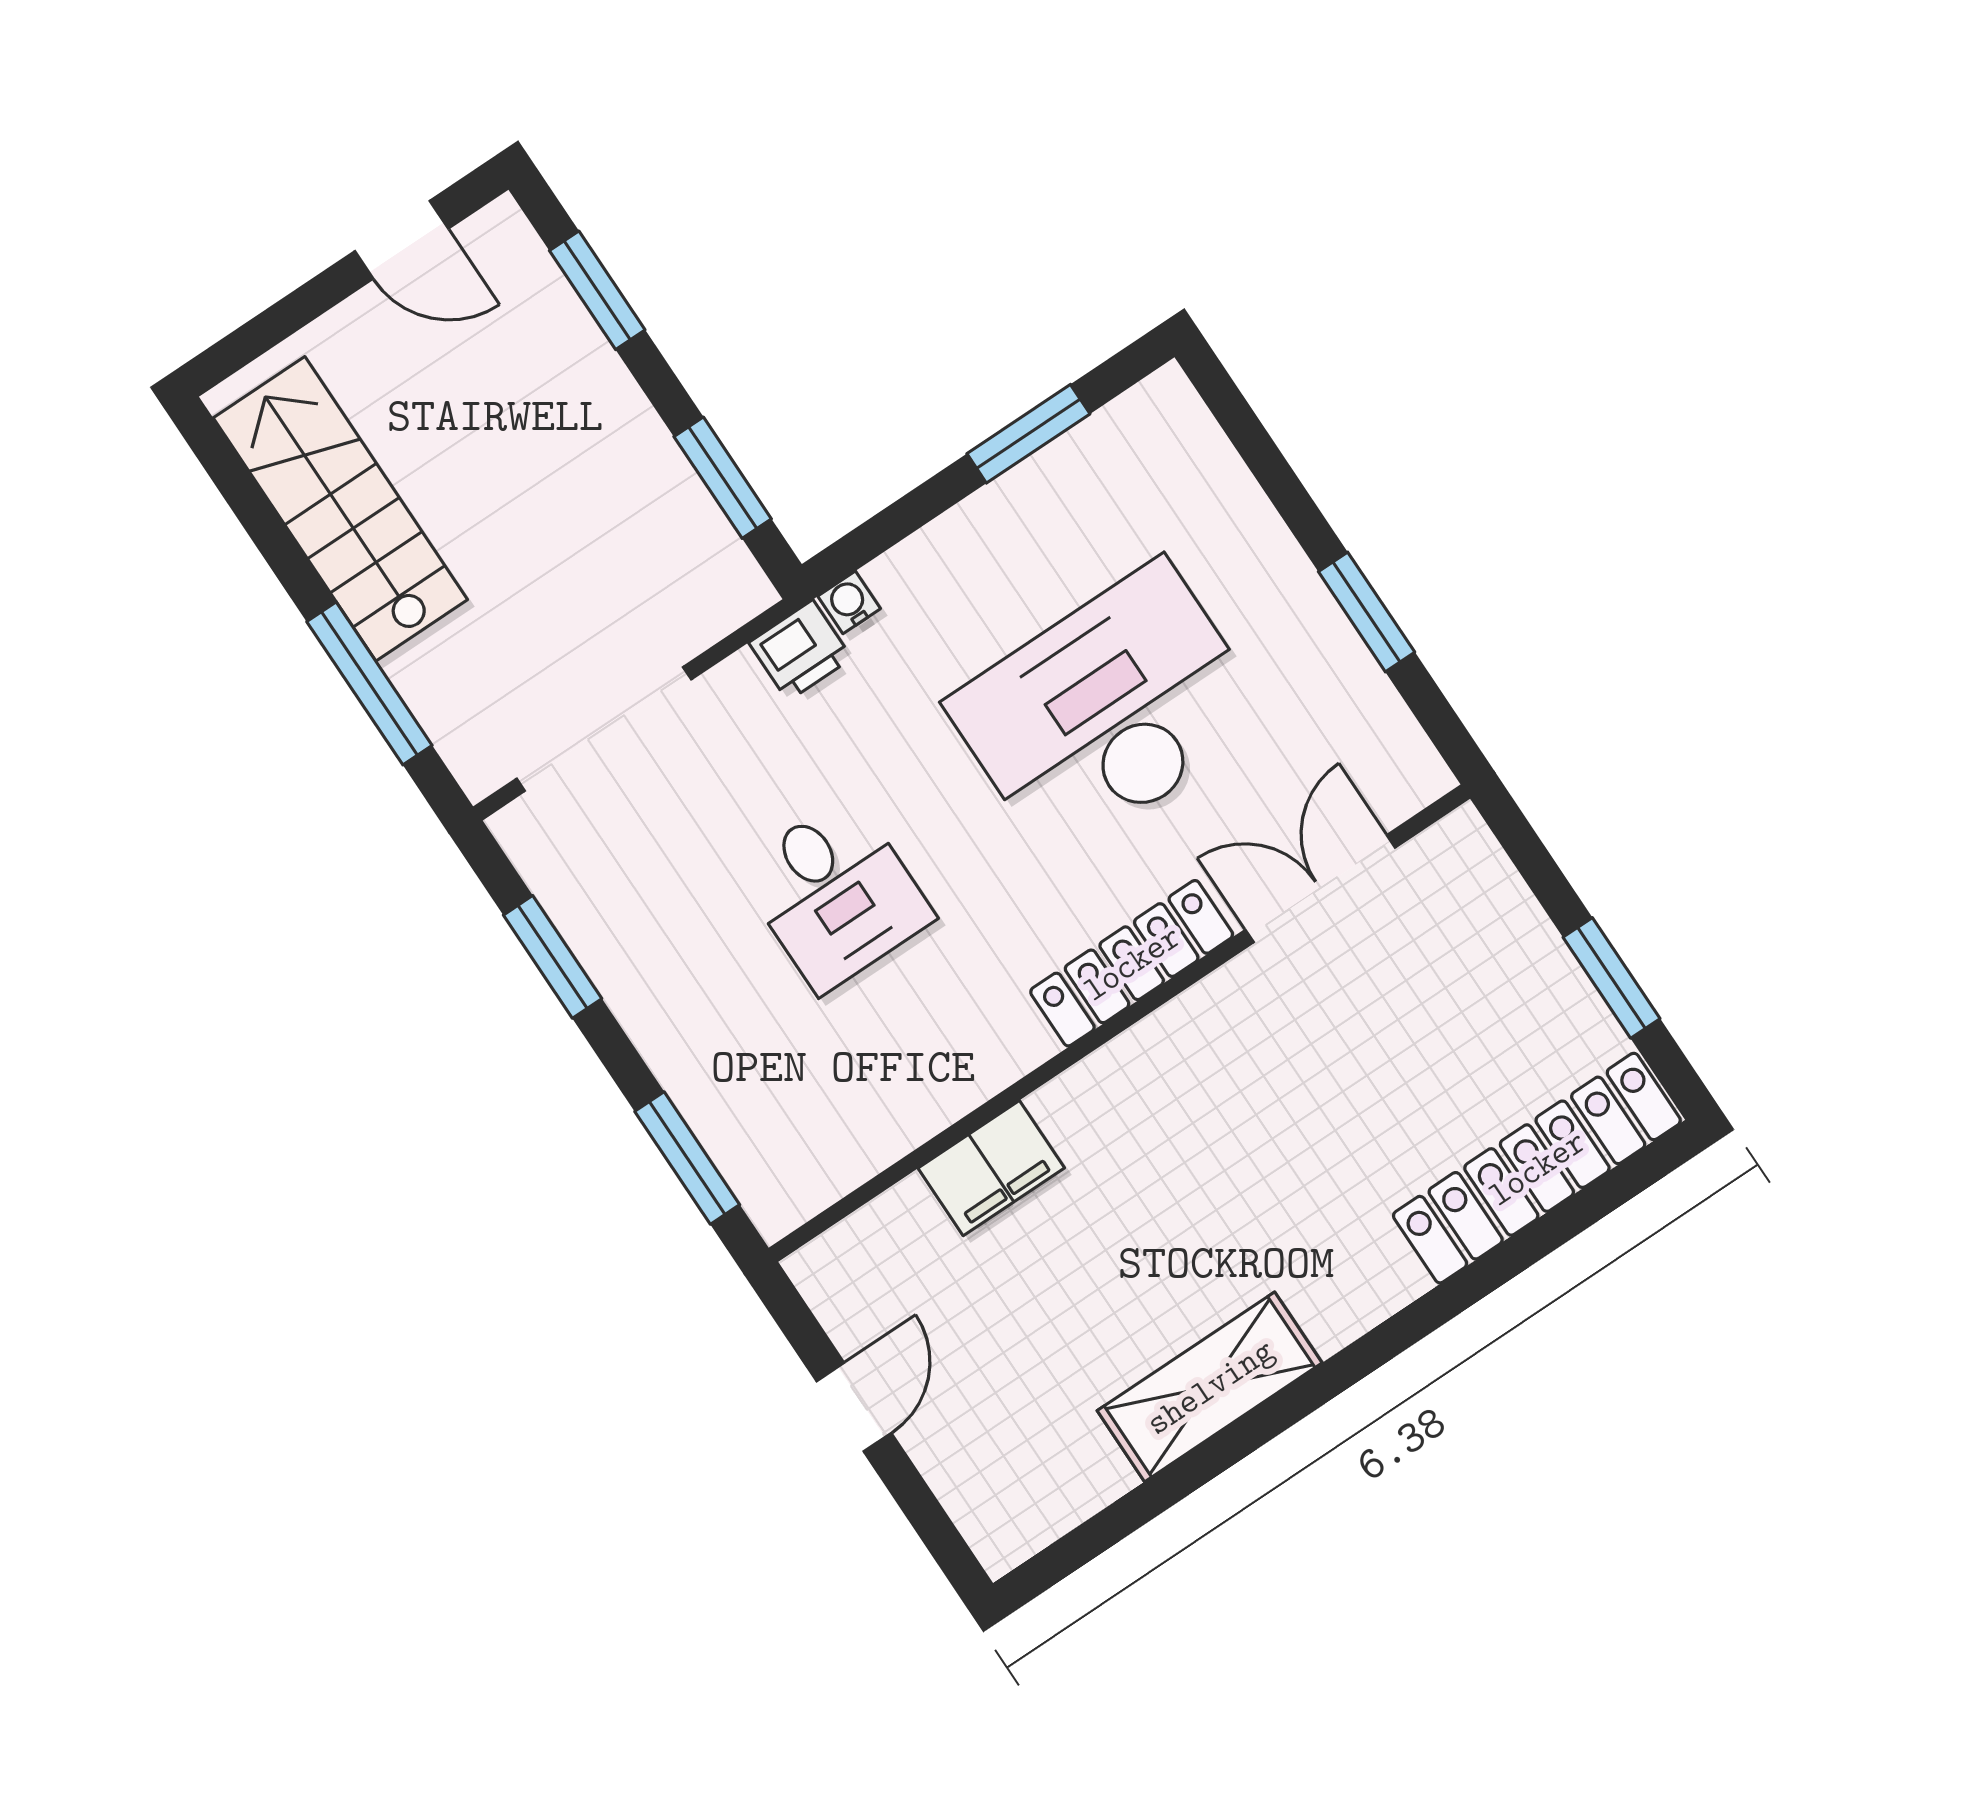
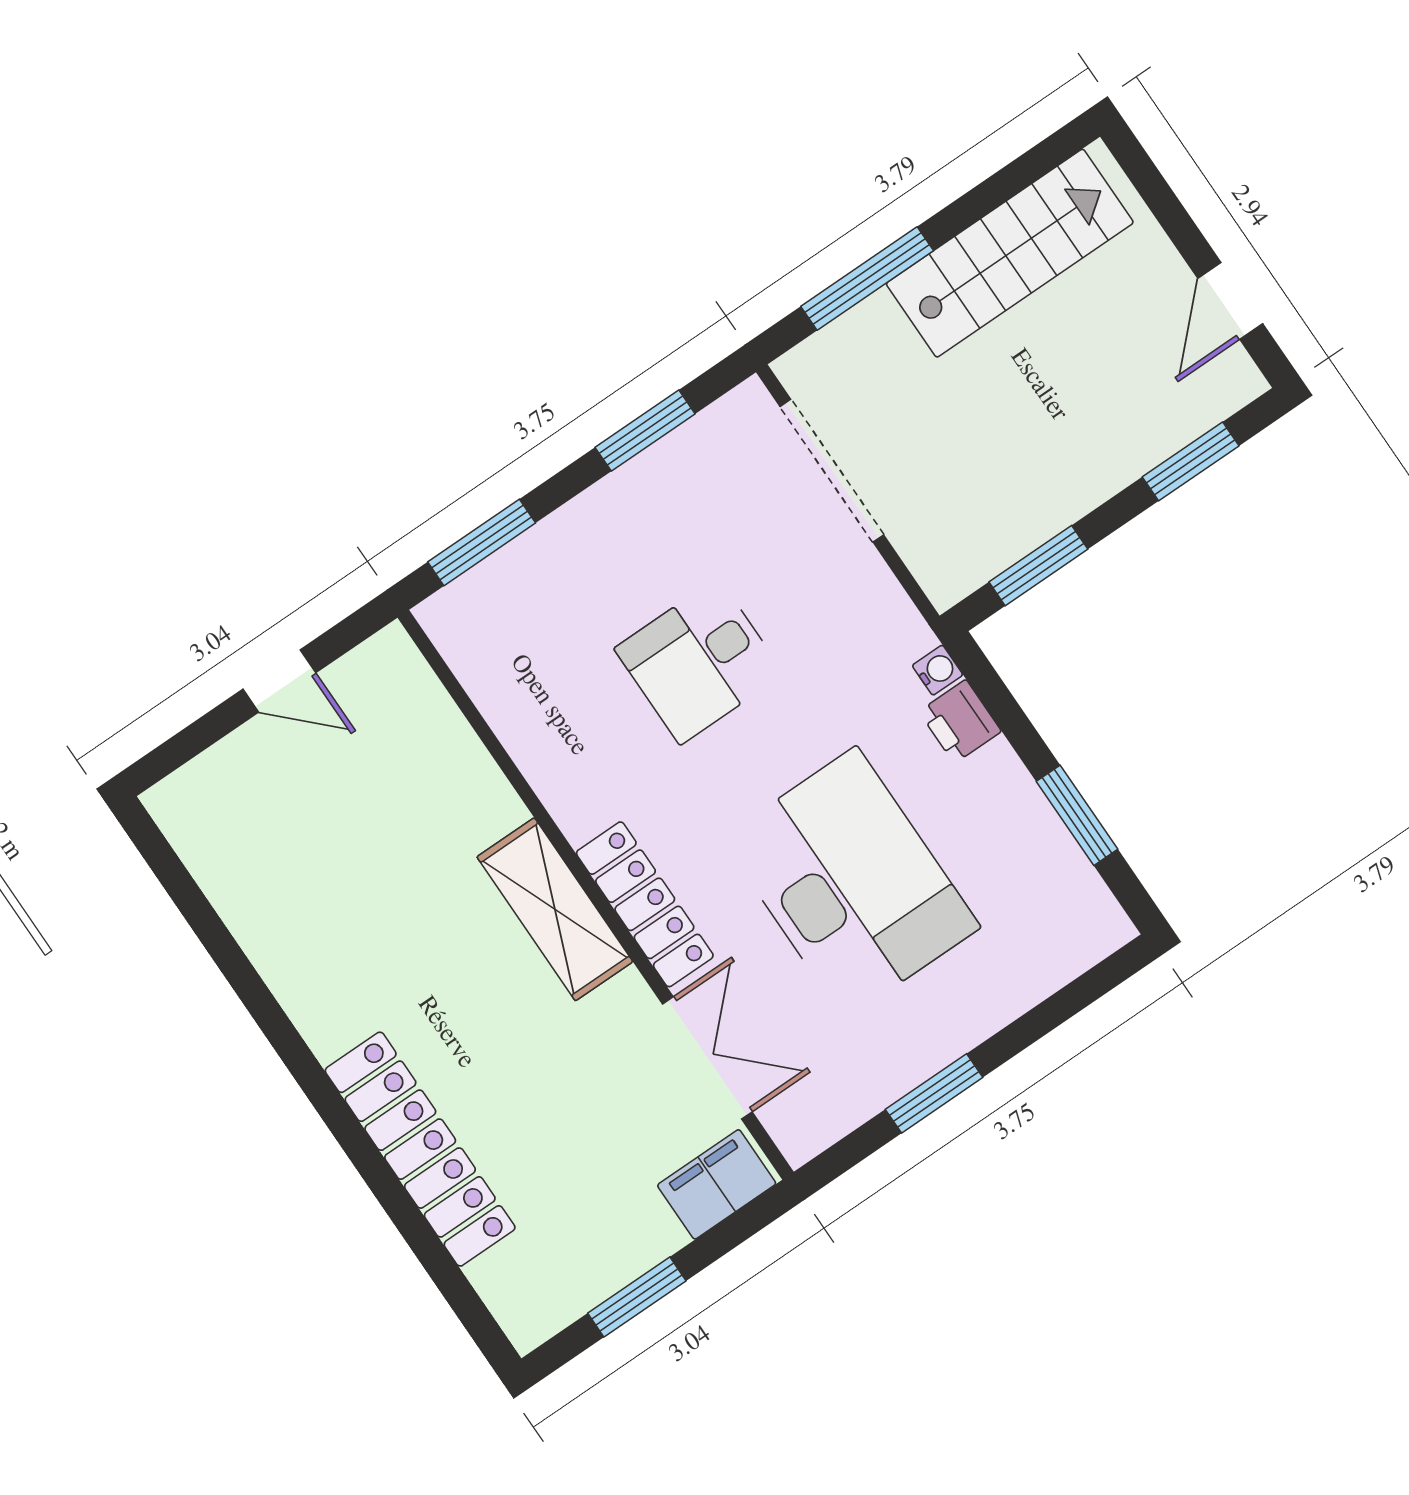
printer: (800, 650) -> (960, 721), moved
filing cabinet: (991, 1168) -> (717, 1184), moved, turned 90
locker: (1537, 1168) -> (420, 1149), moved
shelving: (1210, 1387) -> (555, 909), moved

